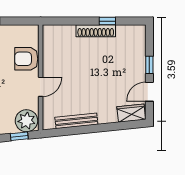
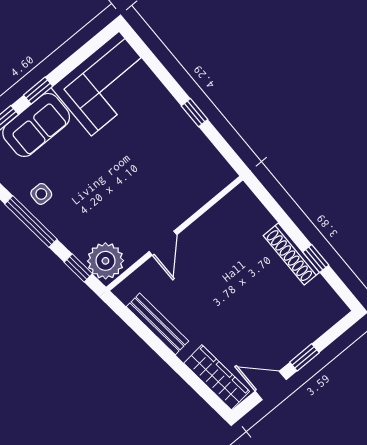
armchair: (26, 59) -> (183, 196), removed
door: (41, 87) -> (163, 243), hinge flipped
wardrobe: (131, 113) -> (217, 377), width x1.50

